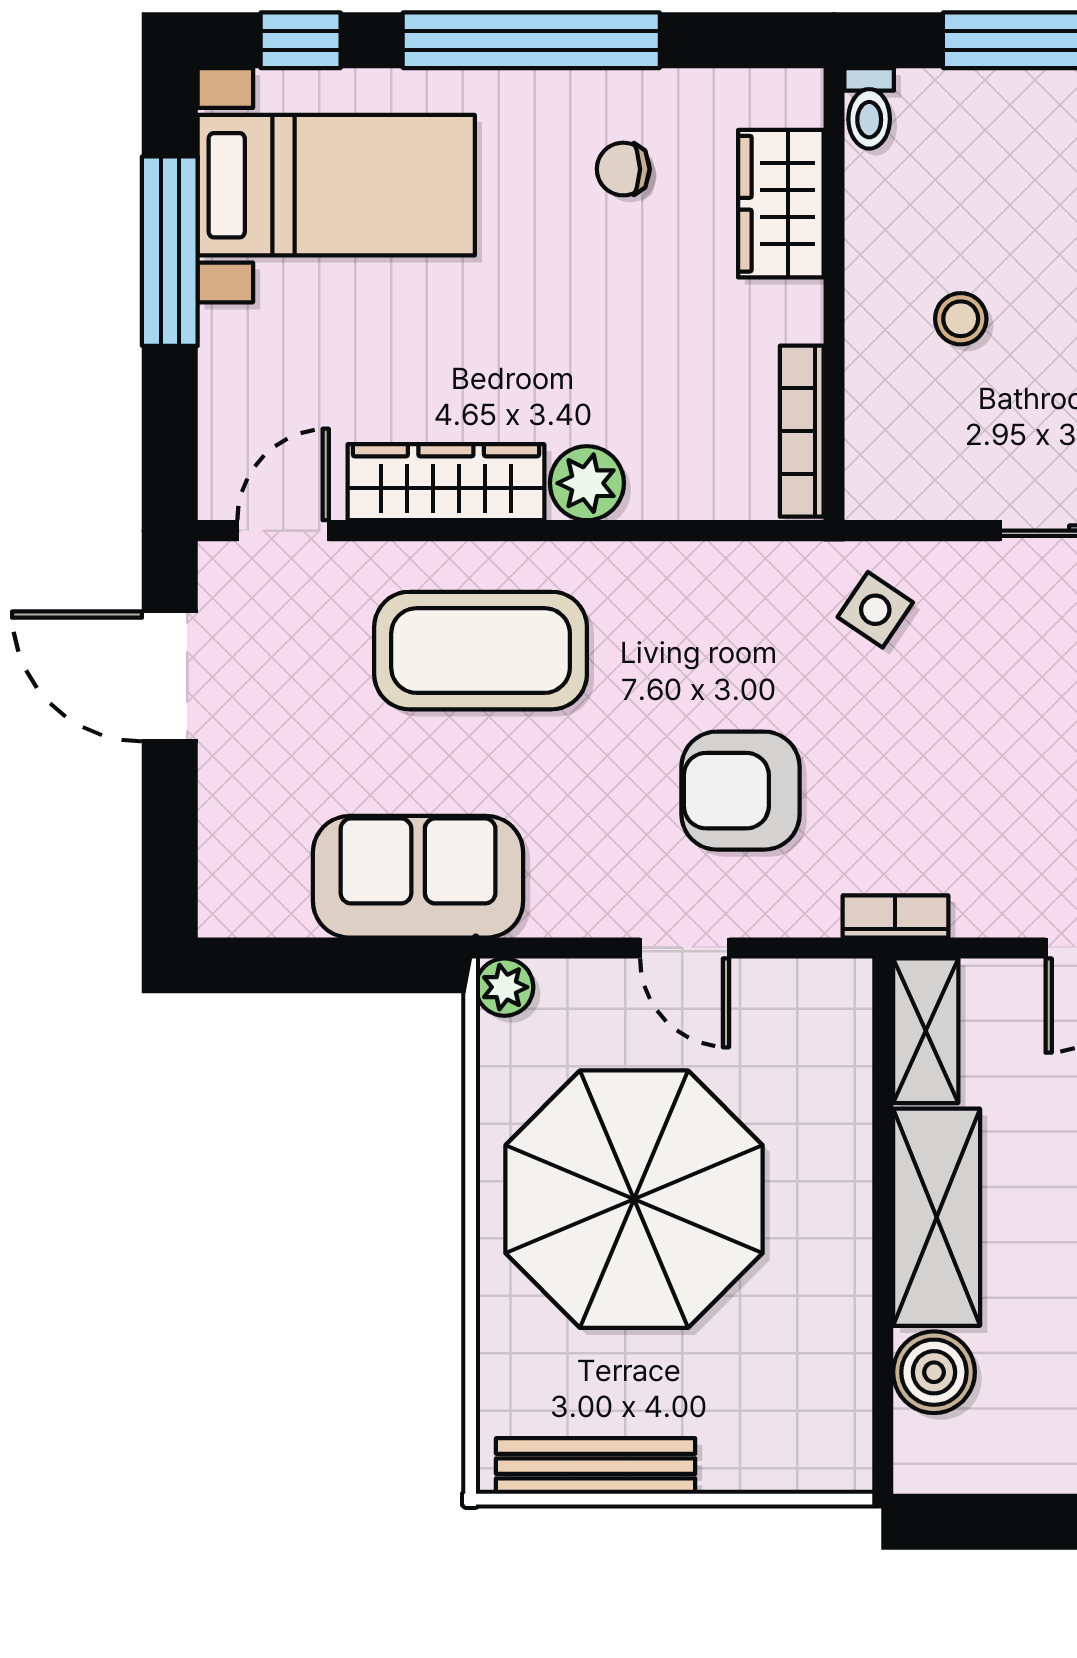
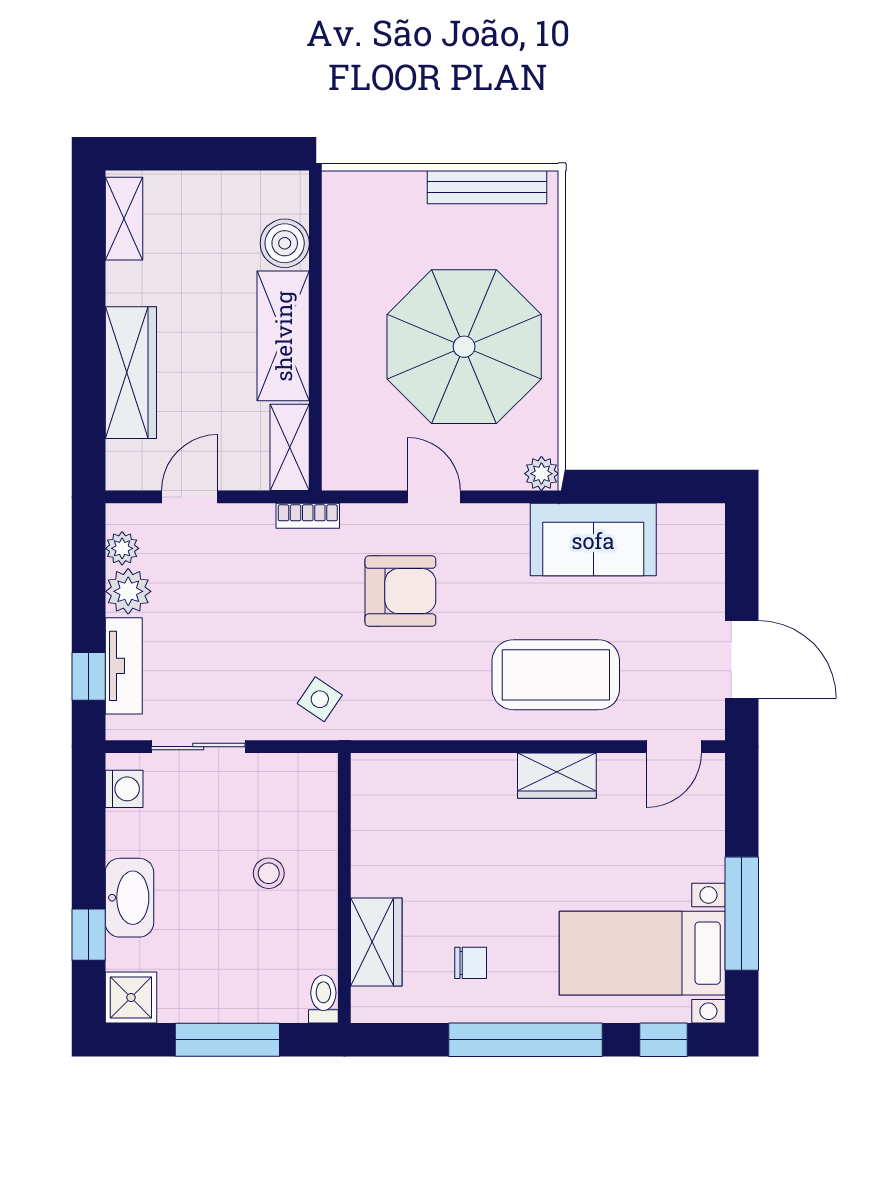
bookcase: (802, 431) -> (364, 806), removed
wardrobe: (446, 482) -> (557, 776), width x0.67
plant: (587, 483) -> (492, 775), removed

